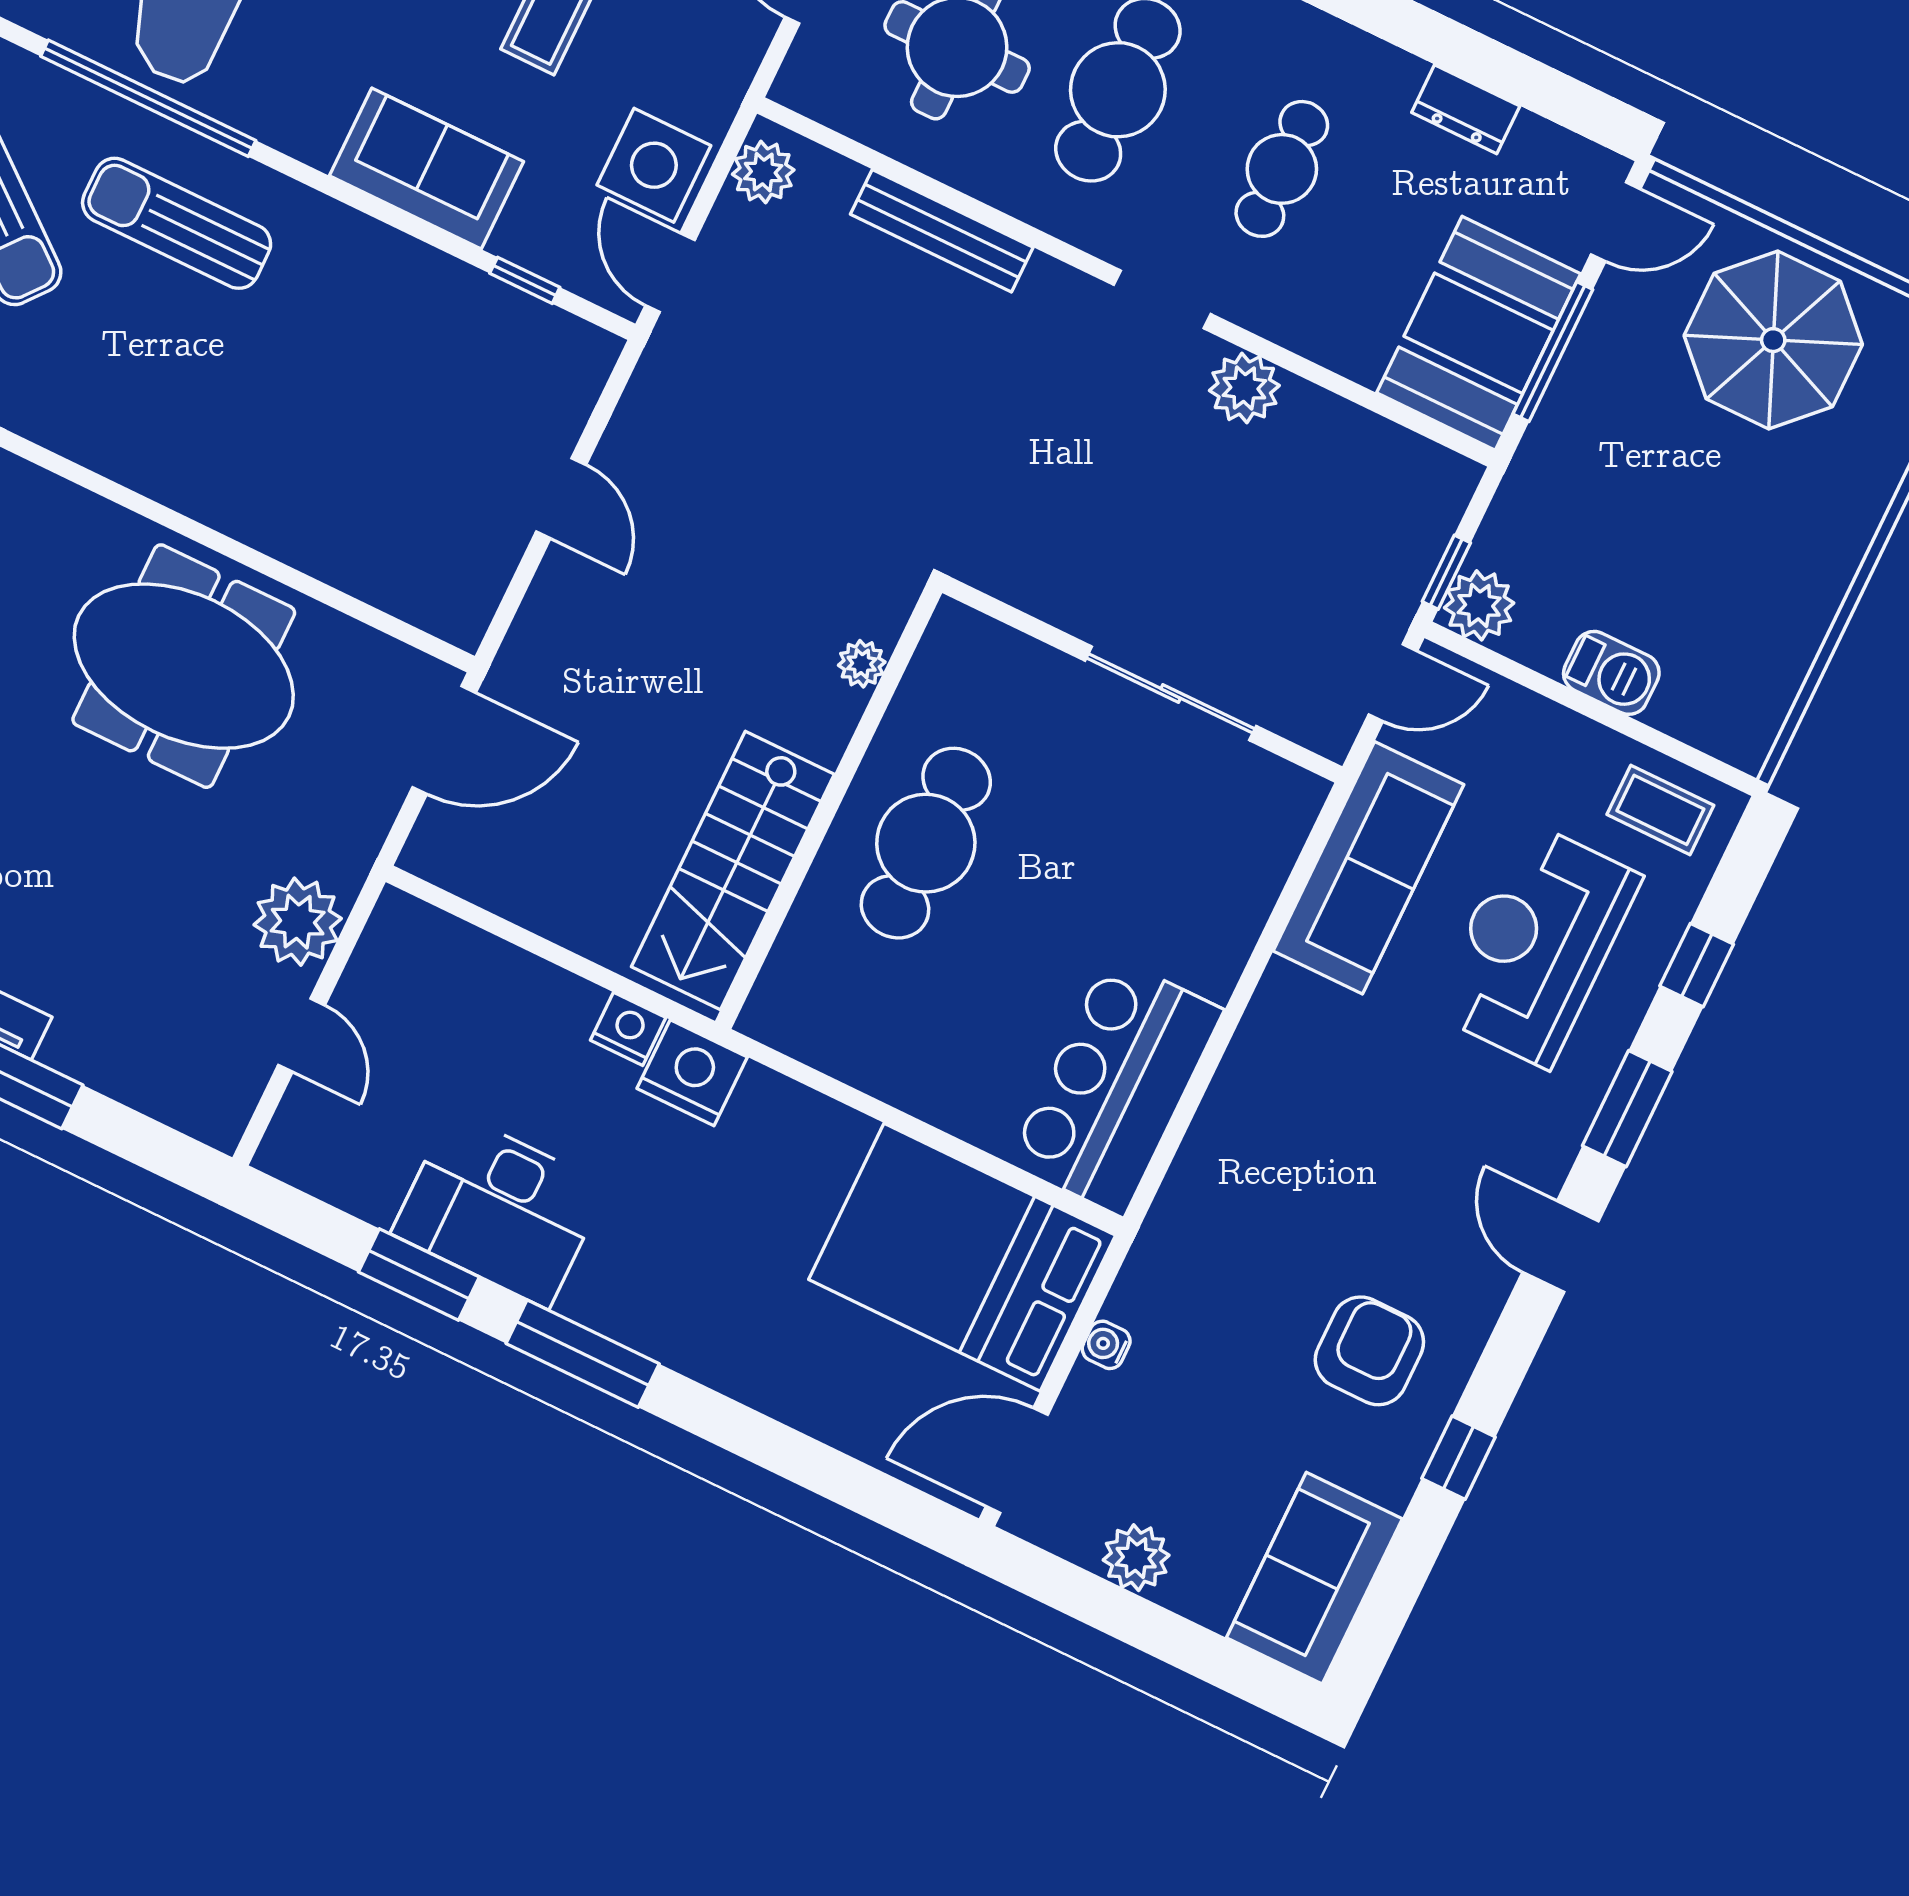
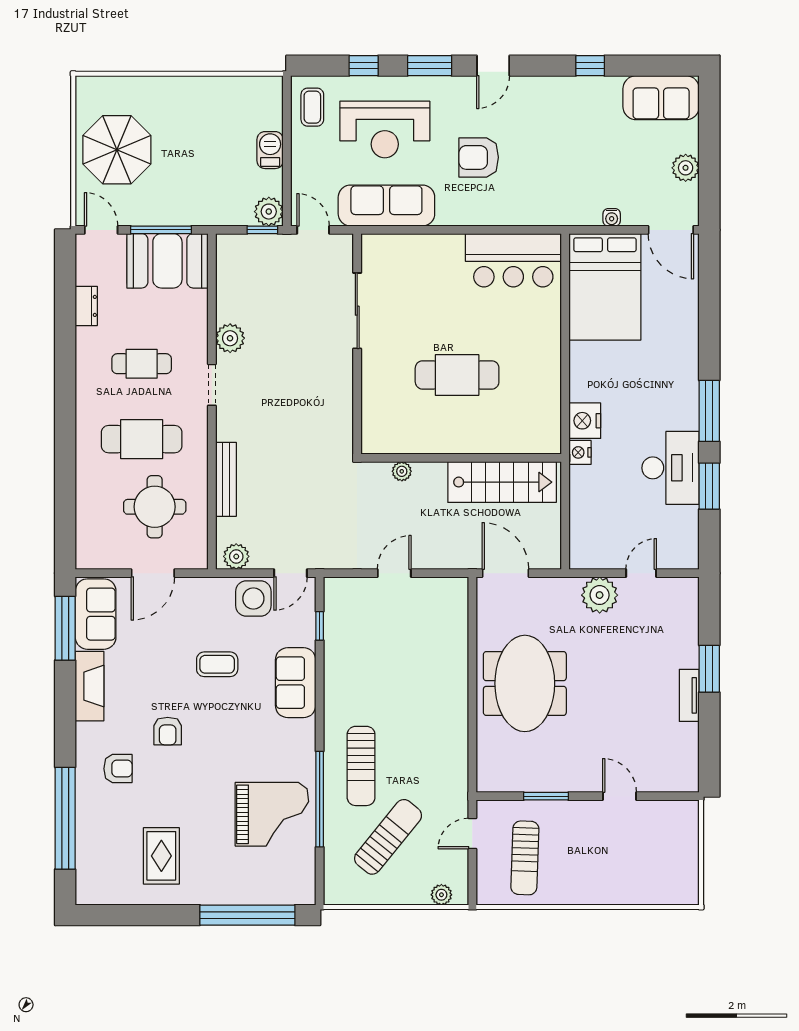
plant: (862, 664) -> (402, 471), moved
wall: (829, 807) -> (461, 458), moved
stairs: (733, 870) -> (502, 482), moved
armchair: (1369, 1351) -> (479, 157), moved

